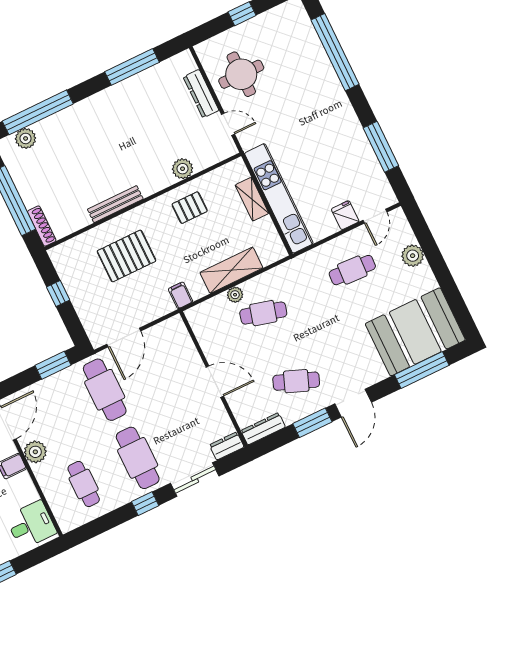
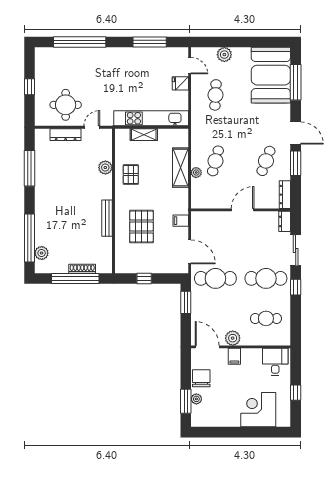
shoe rack: (42, 226) -> (82, 269), moved
filing cabinet: (180, 295) -> (181, 221), moved

